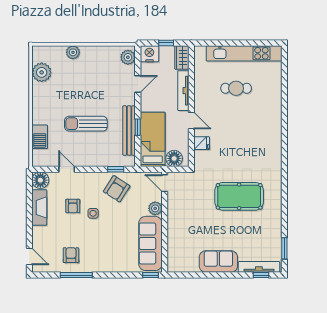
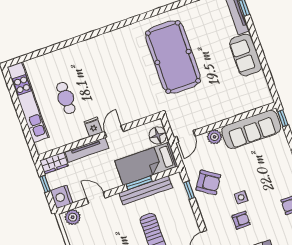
window: (138, 127) -> (139, 183), width x1.50
fridge: (202, 143) -> (93, 127), moved
pool table: (239, 196) -> (173, 57), width x1.36, depth x1.32

